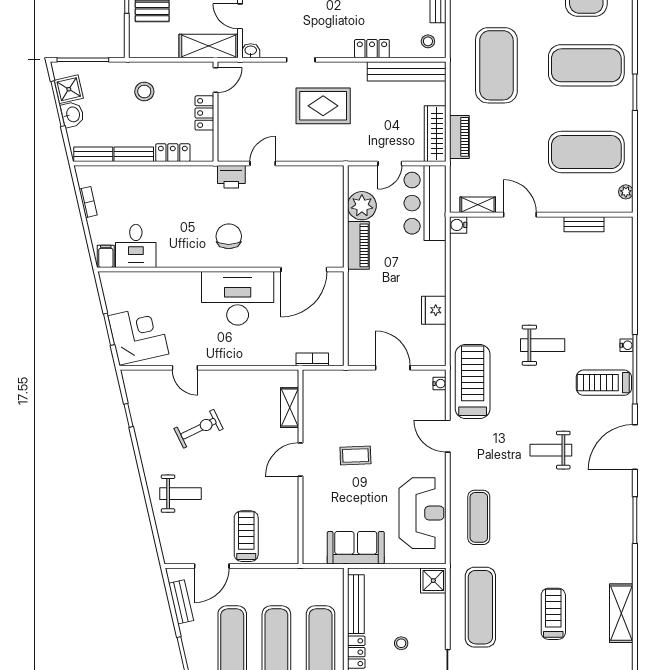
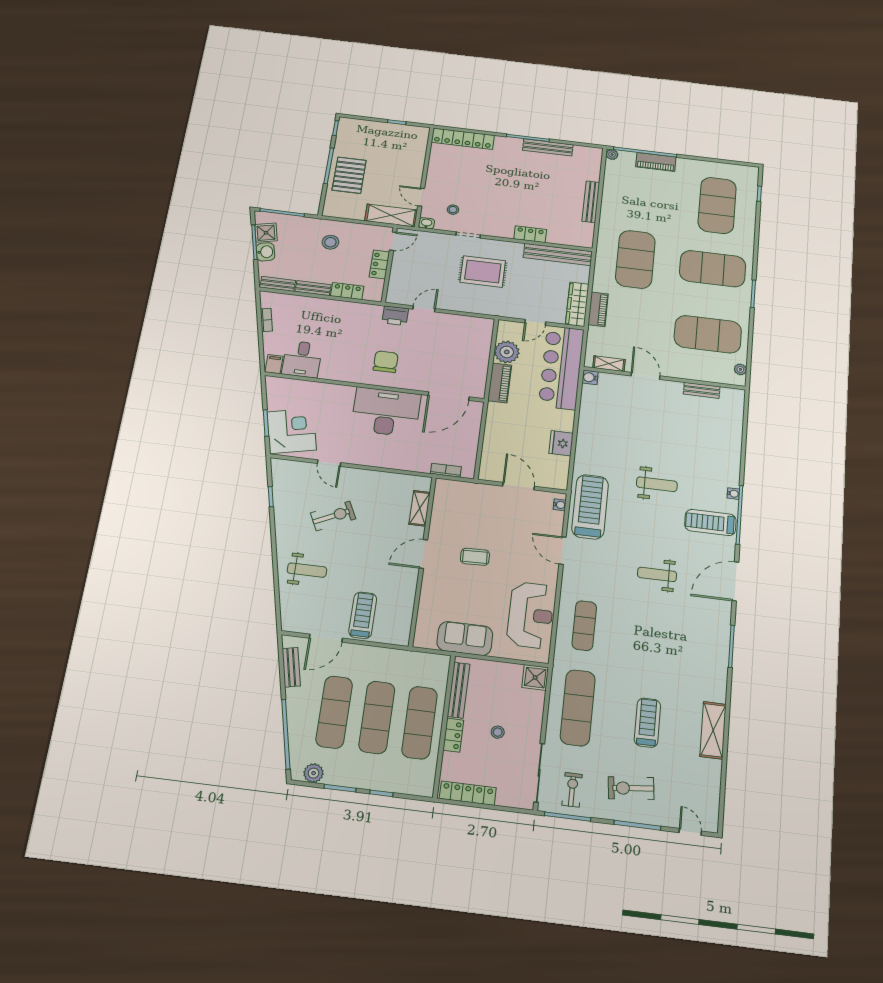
stool: (428, 41) -> (453, 210), moved
bar counter: (425, 203) -> (561, 367), width x1.36

